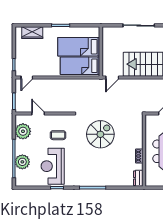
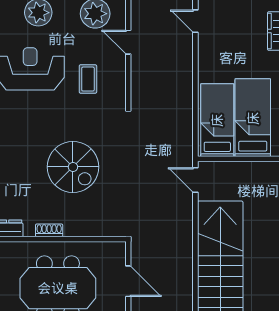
door: (38, 114) -> (128, 42), swing flipped
spiral stairs: (100, 134) -> (73, 167), moved

